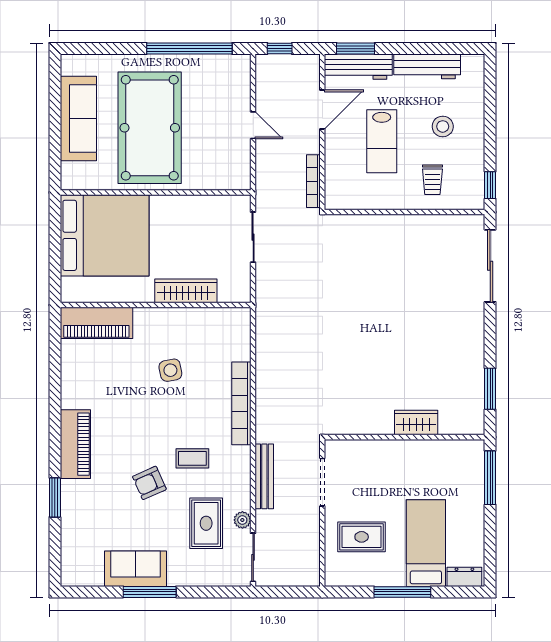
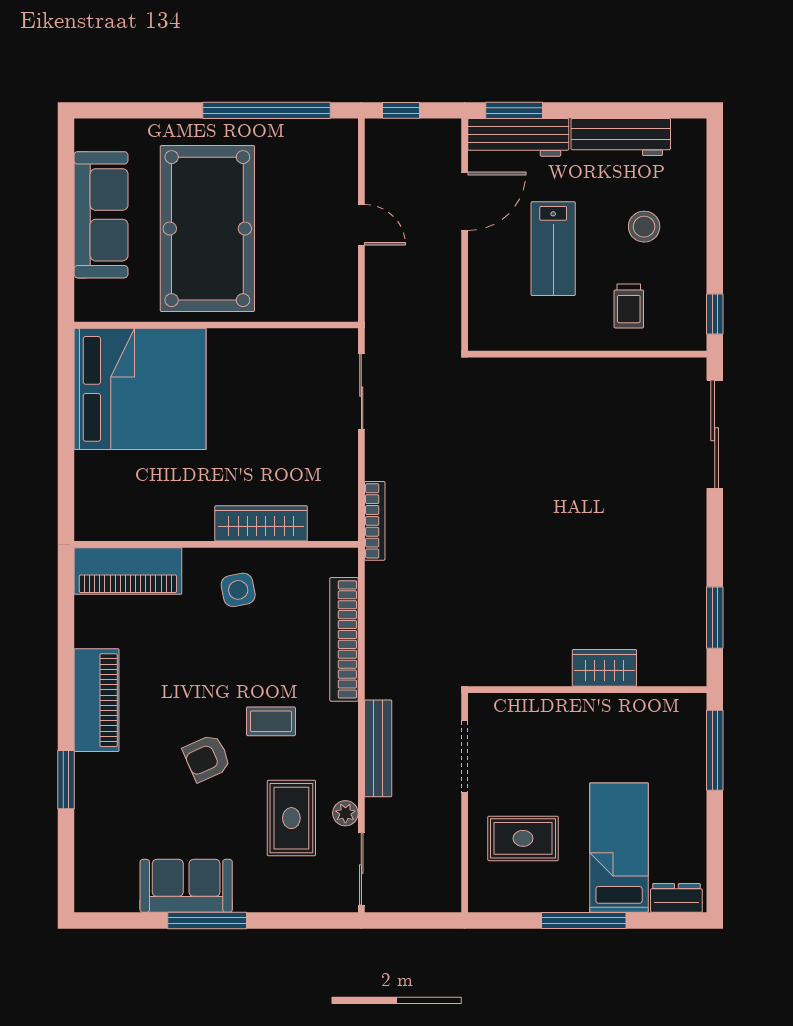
bookcase: (313, 181) -> (375, 521), moved, turned 180
wardrobe: (186, 291) -> (261, 523), moved
wall: (156, 305) -> (216, 544), moved
piano: (96, 323) -> (128, 571), moved

